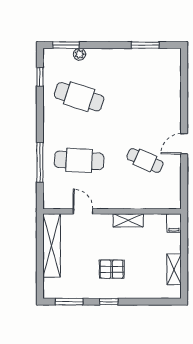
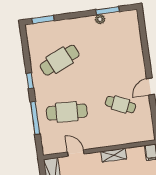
plant: (79, 54) -> (100, 19), moved
window: (40, 77) -> (30, 81), moved
cafe table: (79, 97) -> (60, 60), turned -42

